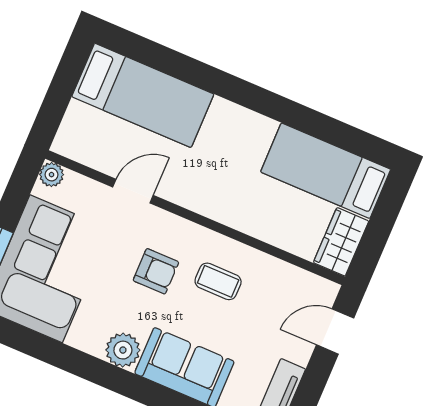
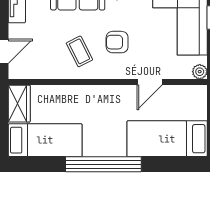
window: (254, 98) -> (103, 164), added
coffee table: (218, 281) -> (79, 51), turned 63

